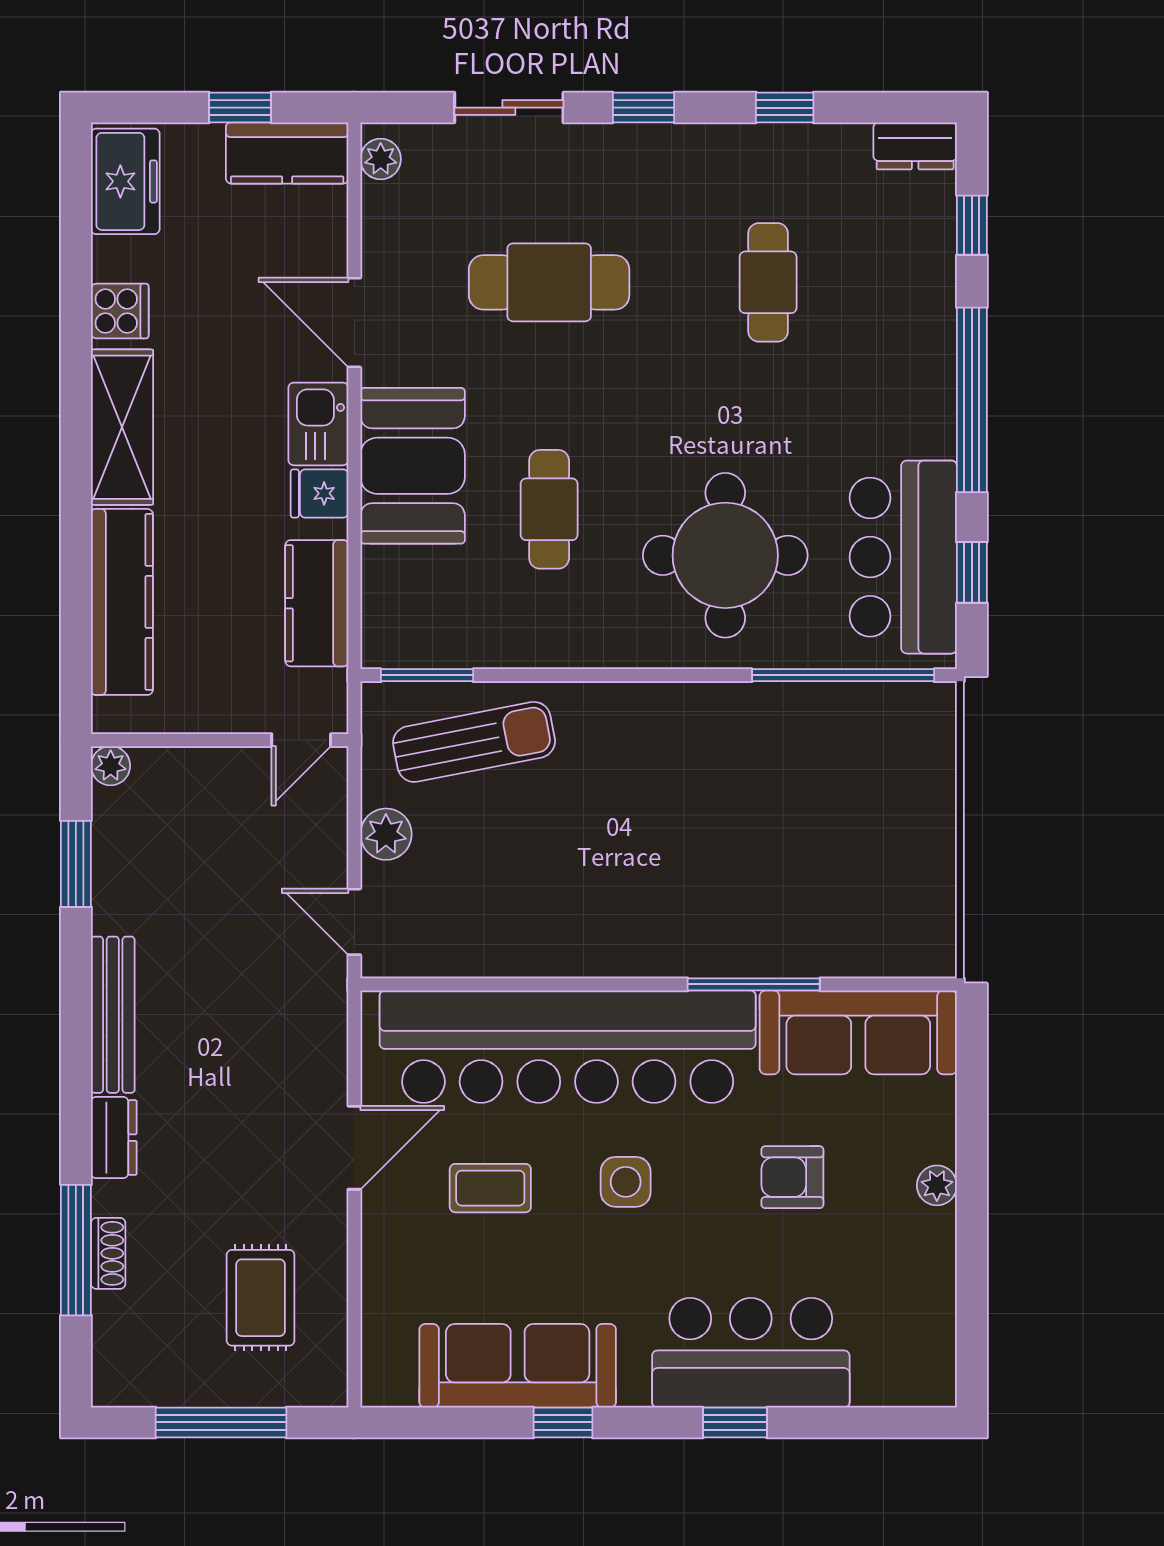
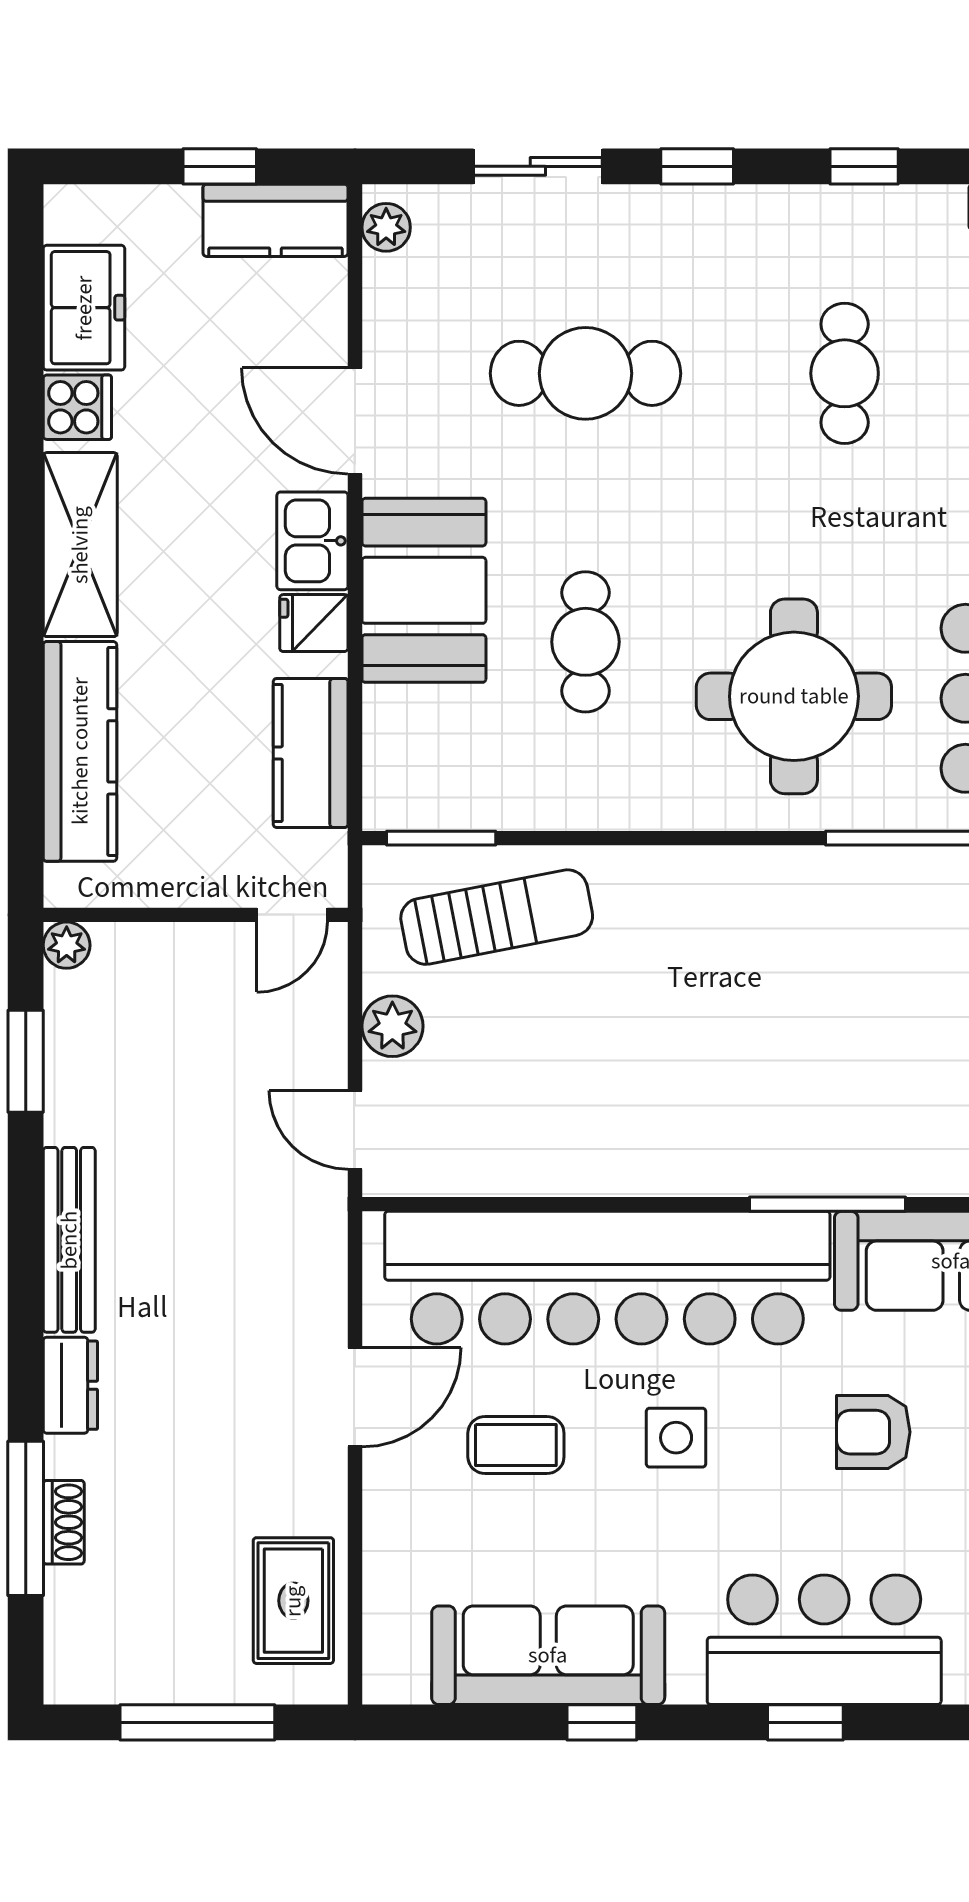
freezer: (125, 181) -> (84, 308), moved
rug: (261, 1298) -> (293, 1601), moved

